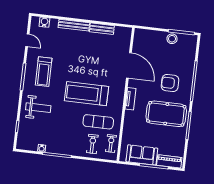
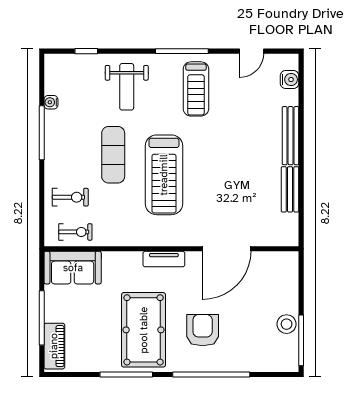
treadmill: (44, 72) -> (196, 89), turned -90
treadmill: (86, 94) -> (164, 175), turned 180
exercise mat: (98, 122) -> (113, 155), moved
sofa: (142, 155) -> (73, 268), moved, turned 90

